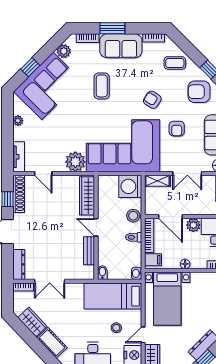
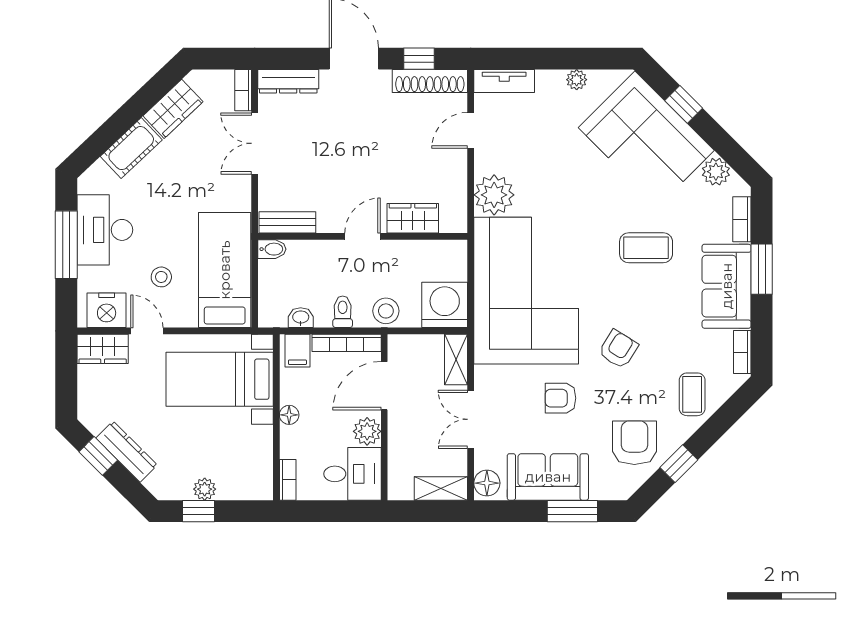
wardrobe: (87, 196) -> (413, 218), width x0.67
bench: (89, 251) -> (287, 222), moved
washbasin: (137, 273) -> (301, 318), moved

